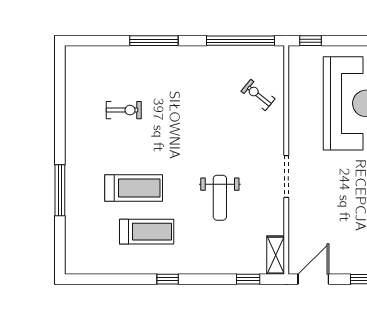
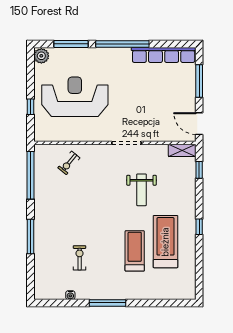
window: (310, 41) -> (30, 107), moved
water cooler: (71, 97) -> (70, 295), added
window: (60, 190) -> (107, 303), moved
weight bench: (220, 198) -> (141, 190), turned 90
treadmill: (147, 232) -> (165, 242), width x1.37, depth x1.38

